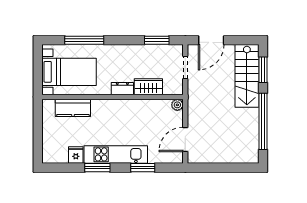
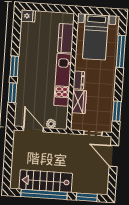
stairs: (247, 76) -> (46, 181), moved
plant: (177, 105) -> (51, 124), moved
kitchen unit: (116, 154) -> (63, 80), moved, turned 180
fridge: (76, 155) -> (28, 16), moved
window: (97, 168) -> (14, 66), moved

